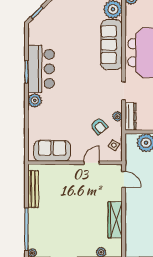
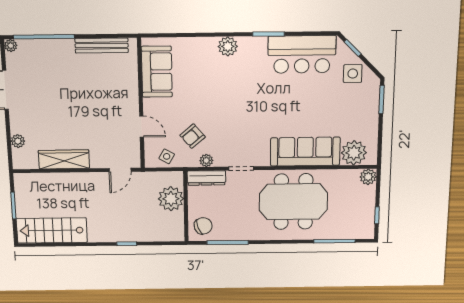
side table: (55, 12) -> (353, 74), added
bar counter: (41, 69) -> (302, 54), moved

